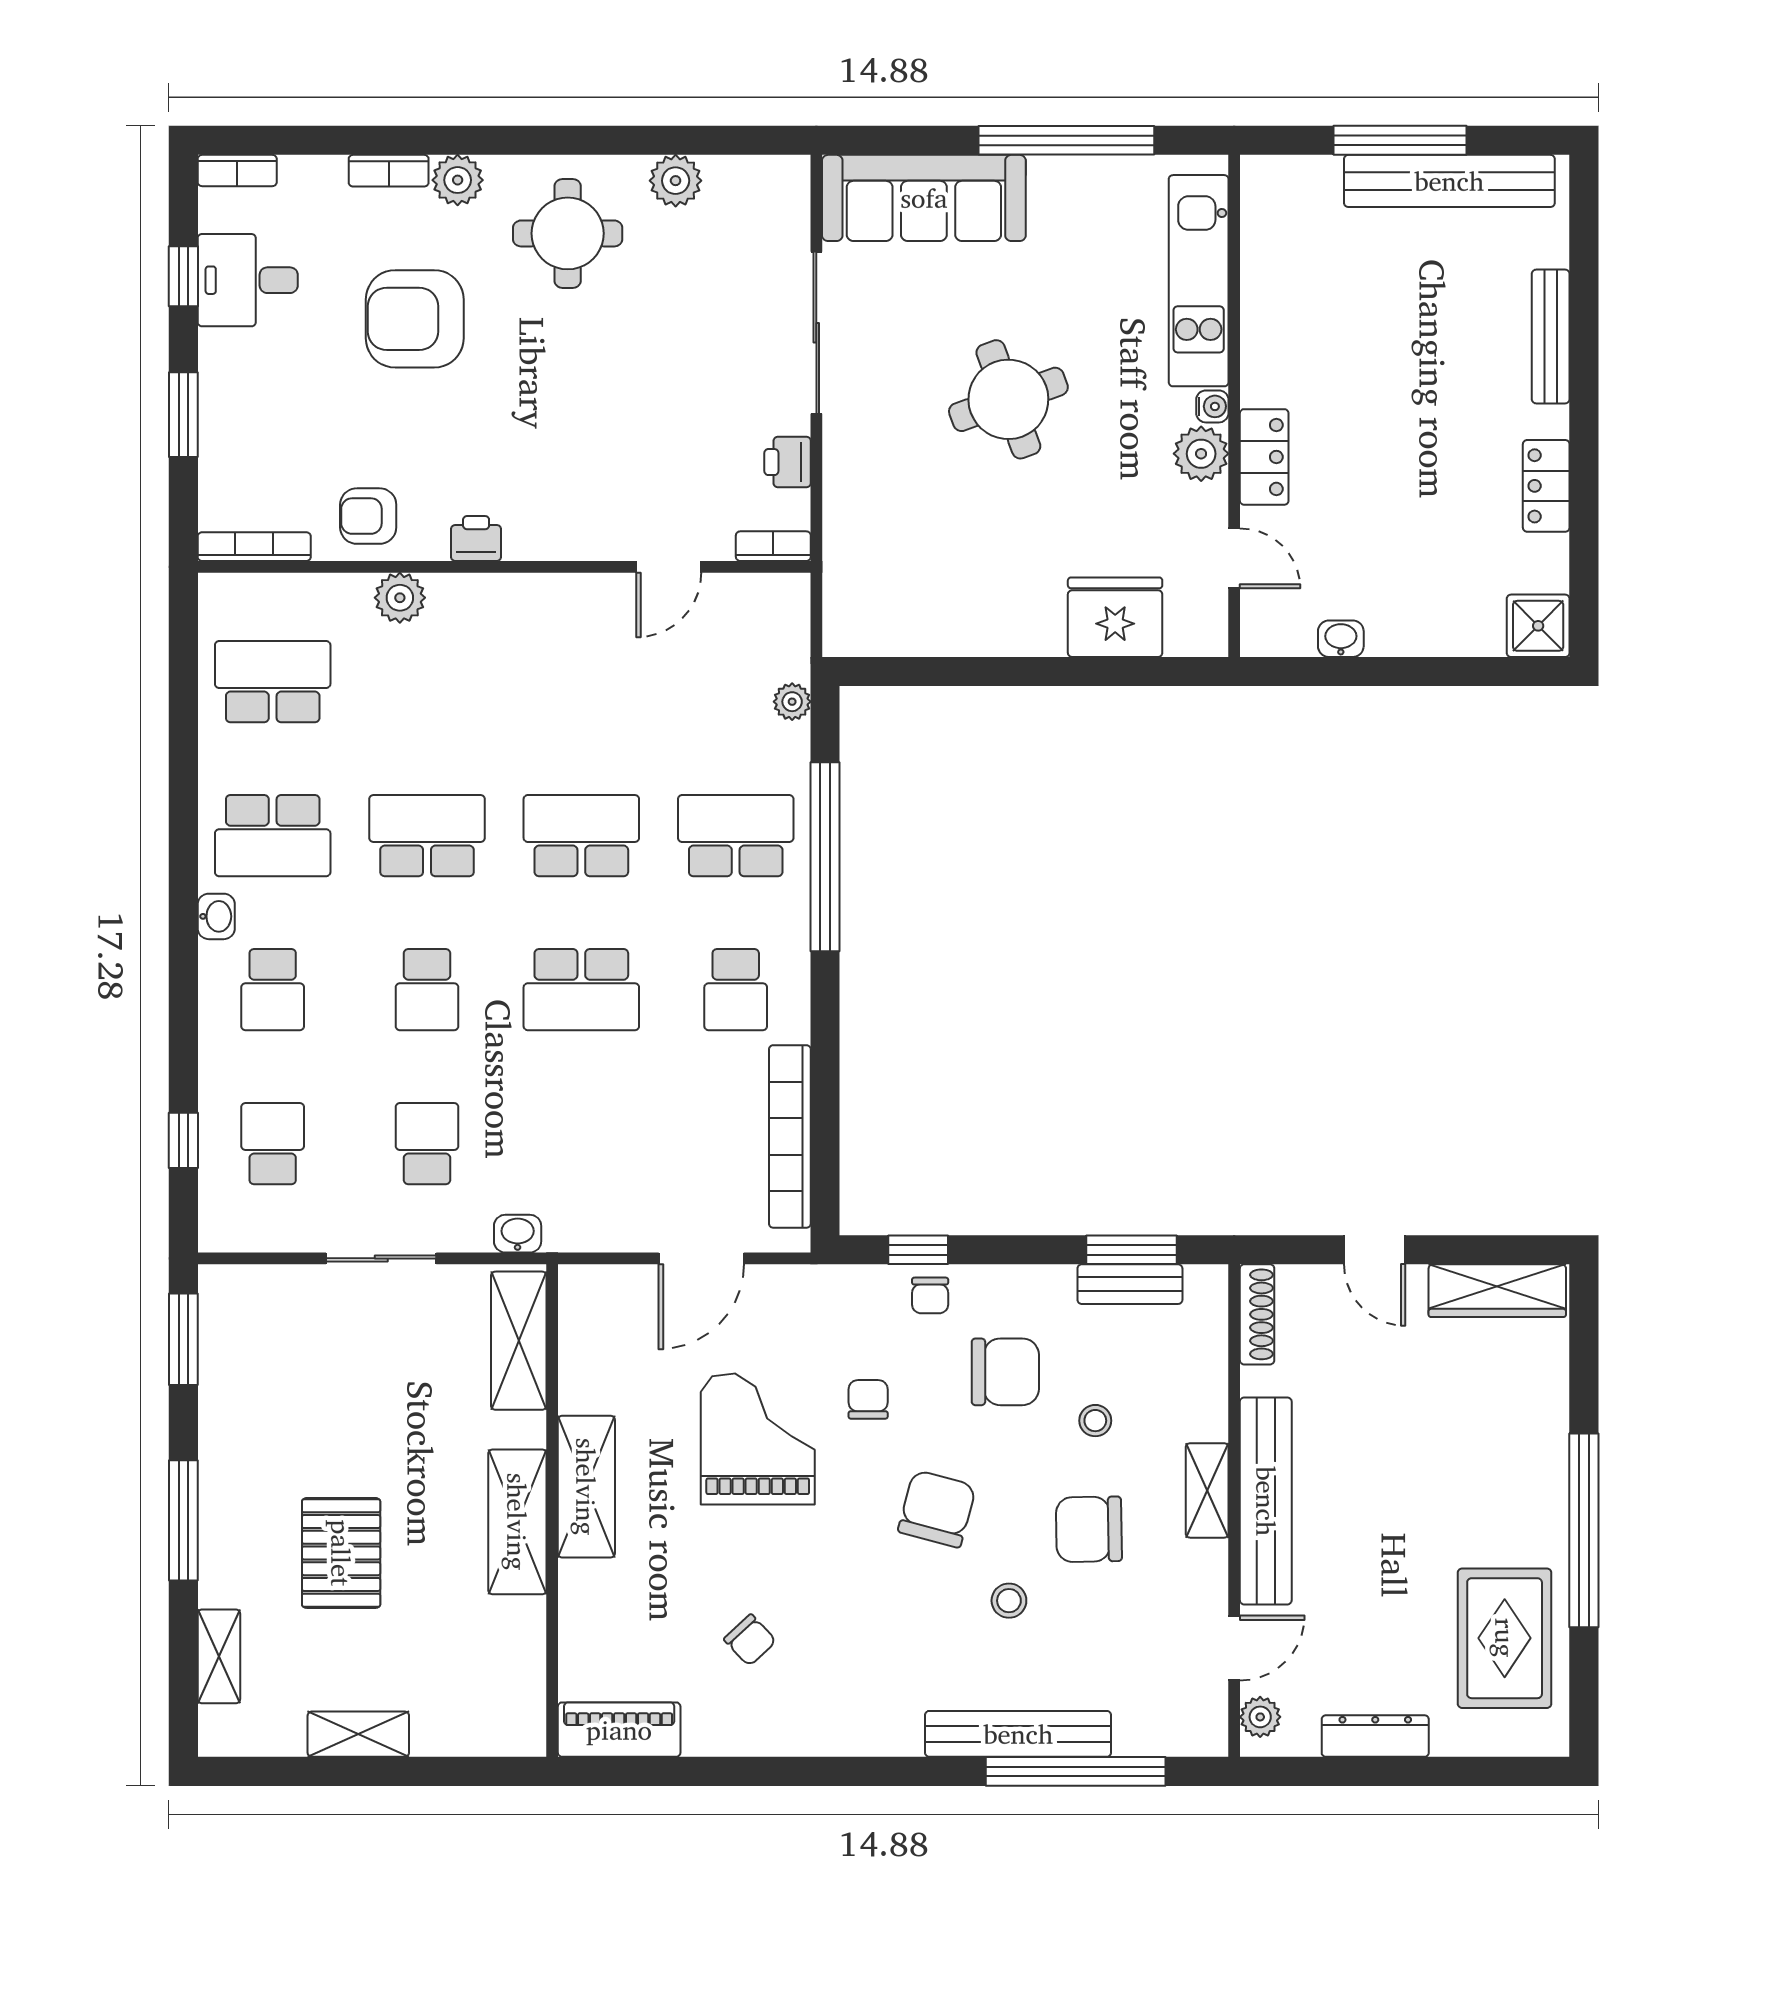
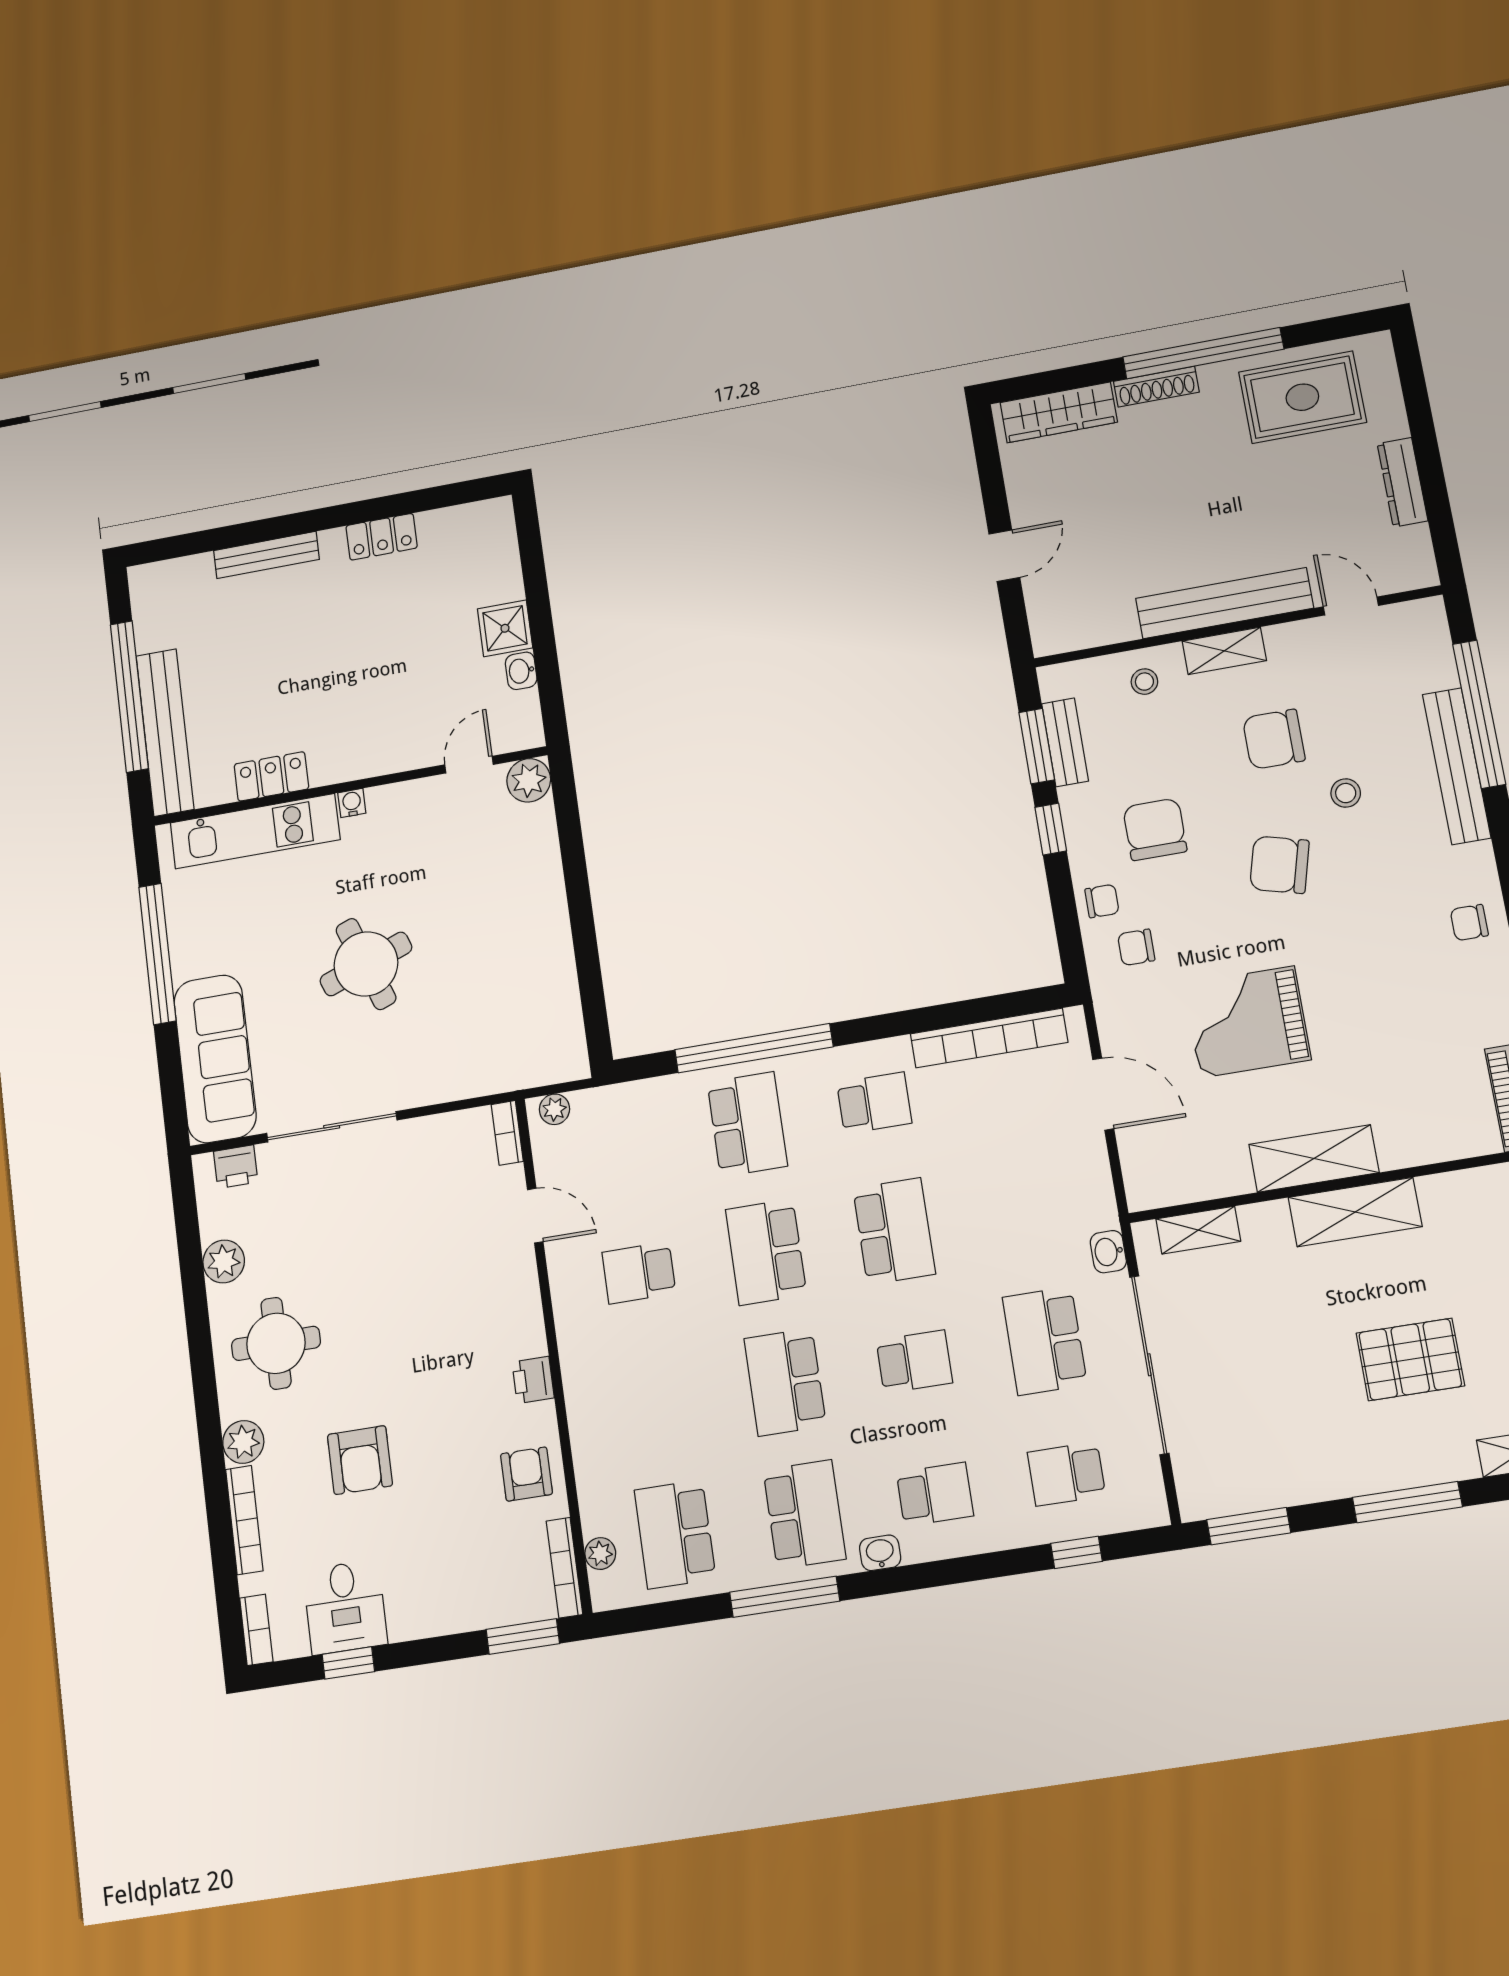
window: (1400, 140) -> (129, 696), width x1.46
bookcase: (389, 171) -> (244, 1520), width x1.56
bench: (1449, 181) -> (165, 732), moved
armchair: (415, 319) -> (360, 1460), width x0.73, depth x0.73
window: (183, 415) -> (523, 1636), moved
plant: (1201, 454) -> (529, 780), moved
locker: (1264, 457) -> (271, 776), moved
printer: (788, 462) -> (236, 1167), moved
armchair: (368, 516) -> (526, 1474), turned 180
plant: (400, 598) -> (600, 1554), moved, width x0.73, depth x0.73
fridge: (1115, 617) -> (528, 849), removed
shower: (1538, 626) -> (505, 628), moved
school desk: (581, 682) -> (639, 1273), added
plant: (792, 702) -> (554, 1109), moved
window: (183, 799) -> (785, 1597), added
school desk: (736, 836) -> (747, 1124), turned 180
school desk: (427, 1144) -> (1045, 1341), width x1.85
window: (918, 1250) -> (1051, 829), moved
sliding door: (381, 1258) -> (1149, 1365), width x1.86
wardrobe: (1497, 1291) -> (1059, 412), moved, turned 90
shoe rack: (1257, 1314) -> (1156, 387), moved, turned 180
shelving: (519, 1341) -> (1198, 1230), width x0.67, depth x0.75
chair: (868, 1399) -> (1136, 947), moved
stool: (1095, 1421) -> (1144, 682), moved
chair: (1089, 1529) -> (1274, 739), turned 91
chair: (750, 1640) -> (1469, 923), moved, turned -137
plant: (1260, 1717) -> (1404, 575), removed

